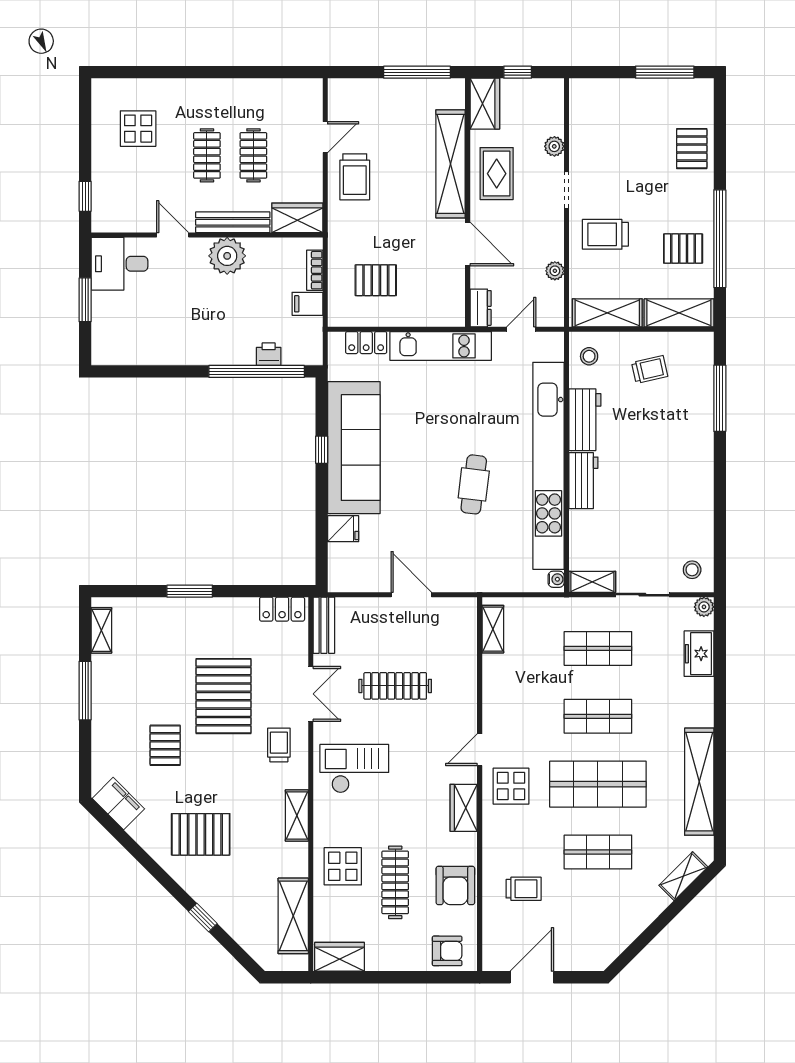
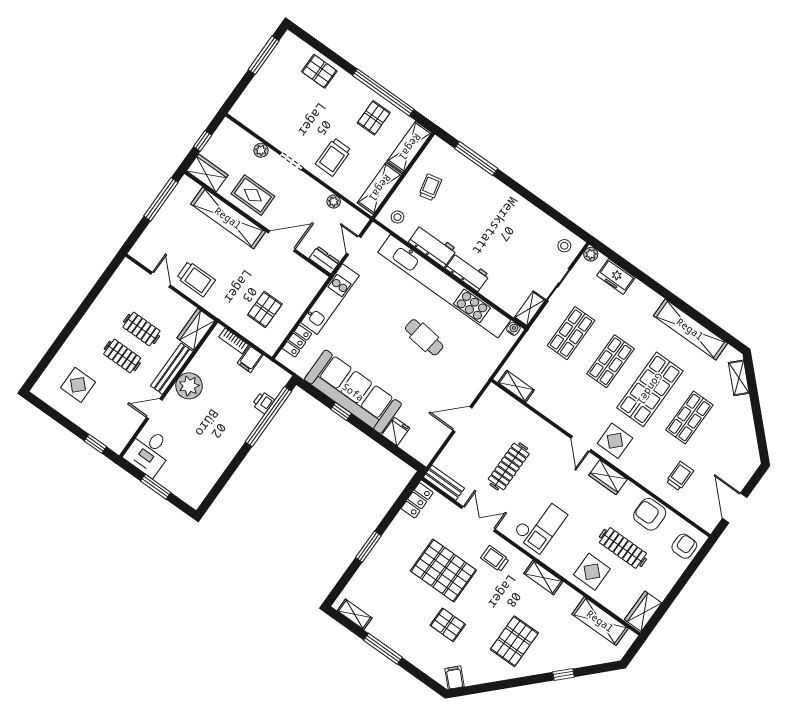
checkout: (354, 769) -> (540, 525), turned 180
filing cabinet: (118, 804) -> (454, 678), width x0.50
armchair: (455, 885) -> (650, 514), turned 180

